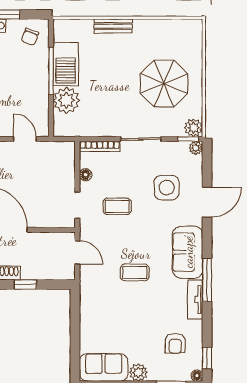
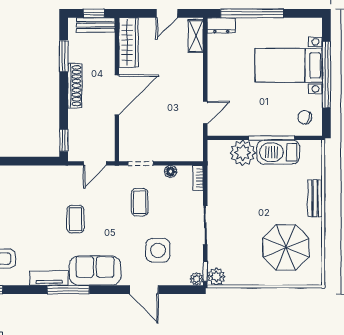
parasol: (164, 84) -> (286, 247), moved
bookcase: (100, 146) -> (198, 178), width x0.64
window: (25, 284) -> (64, 140), moved

